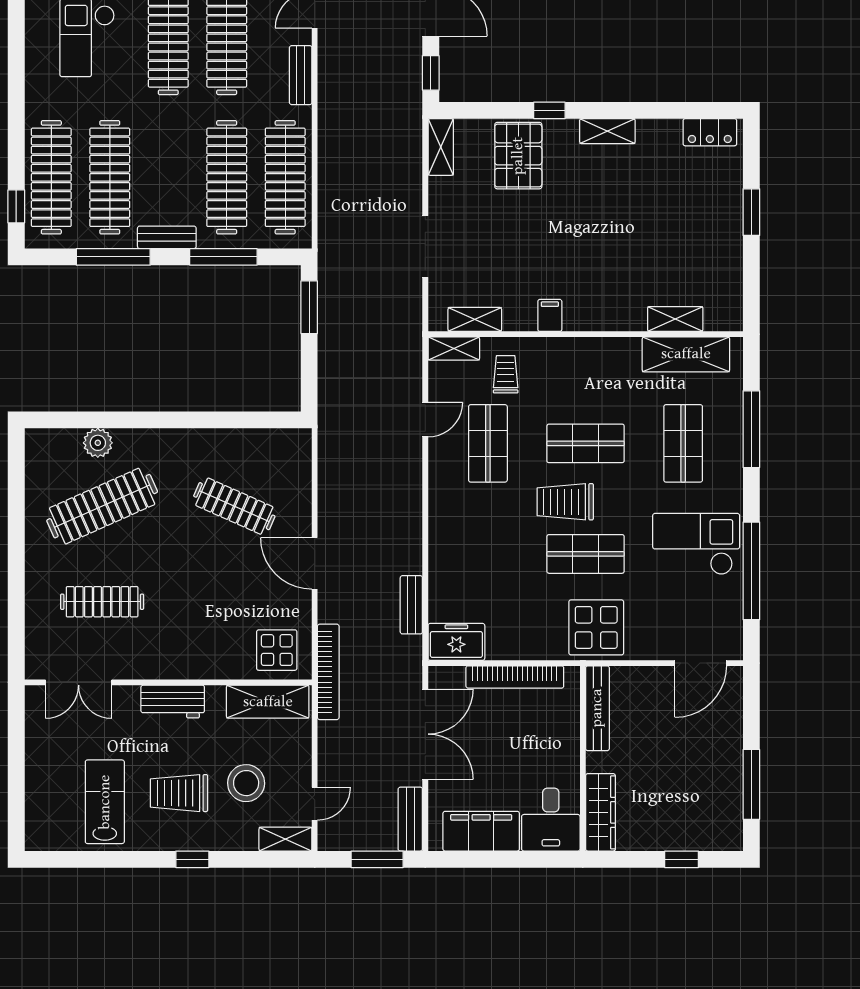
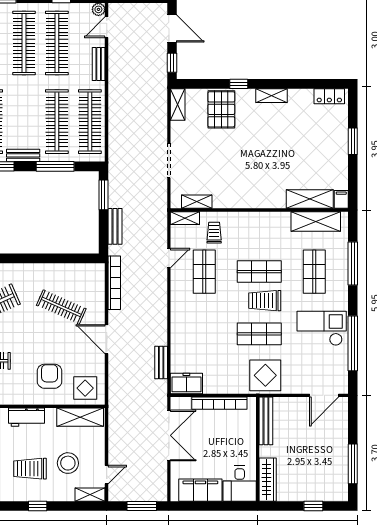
filing cabinet: (550, 315) -> (341, 199), moved
shelving: (675, 319) -> (310, 199), width x1.50, depth x1.33
trolley: (565, 502) -> (265, 301), moved
armchair: (214, 629) -> (50, 376), added
bookcase: (328, 672) -> (114, 283), moved
bench: (410, 819) -> (115, 226), moved

